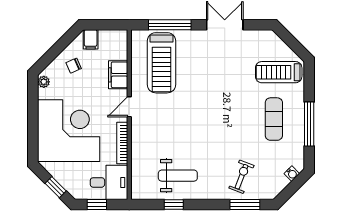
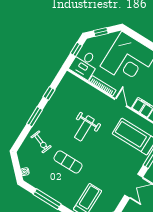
exercise mat: (274, 119) -> (68, 162), moved
weight bench: (178, 176) -> (84, 128), moved
window: (245, 205) -> (35, 117), moved

